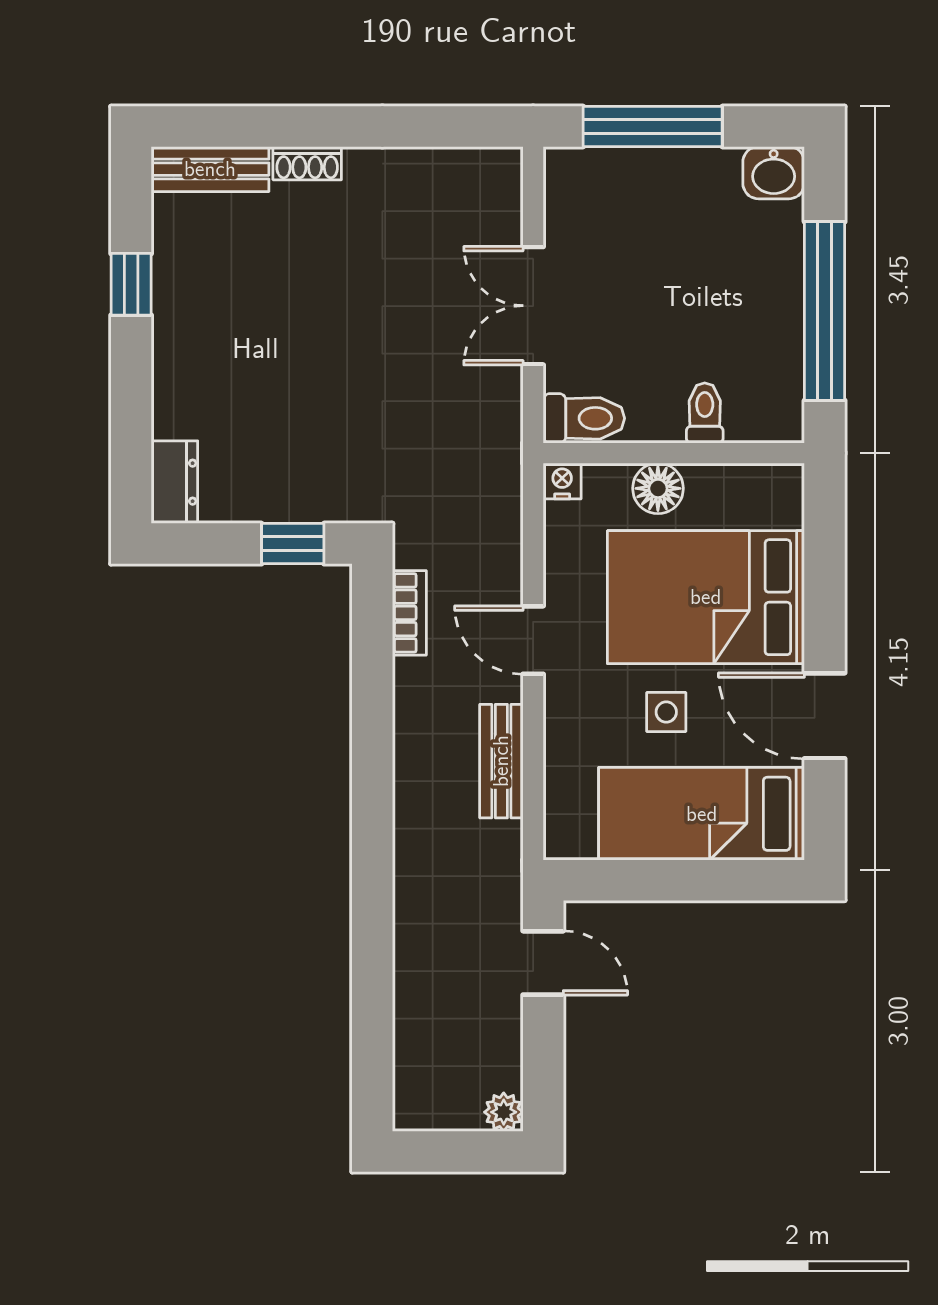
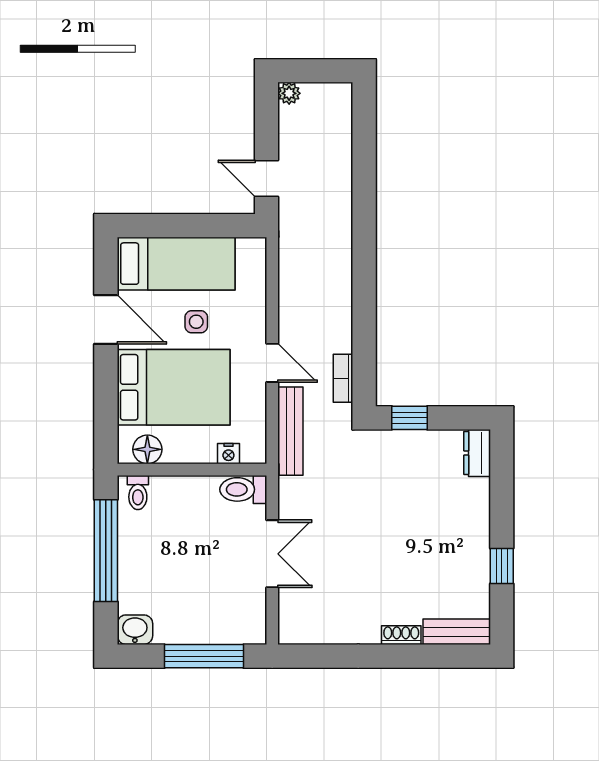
toilet: (705, 413) -> (138, 492), moved
nightstand: (562, 481) -> (228, 454), moved
floor lamp: (658, 488) -> (147, 449), moved
bench: (501, 761) -> (290, 431), moved, width x1.36

